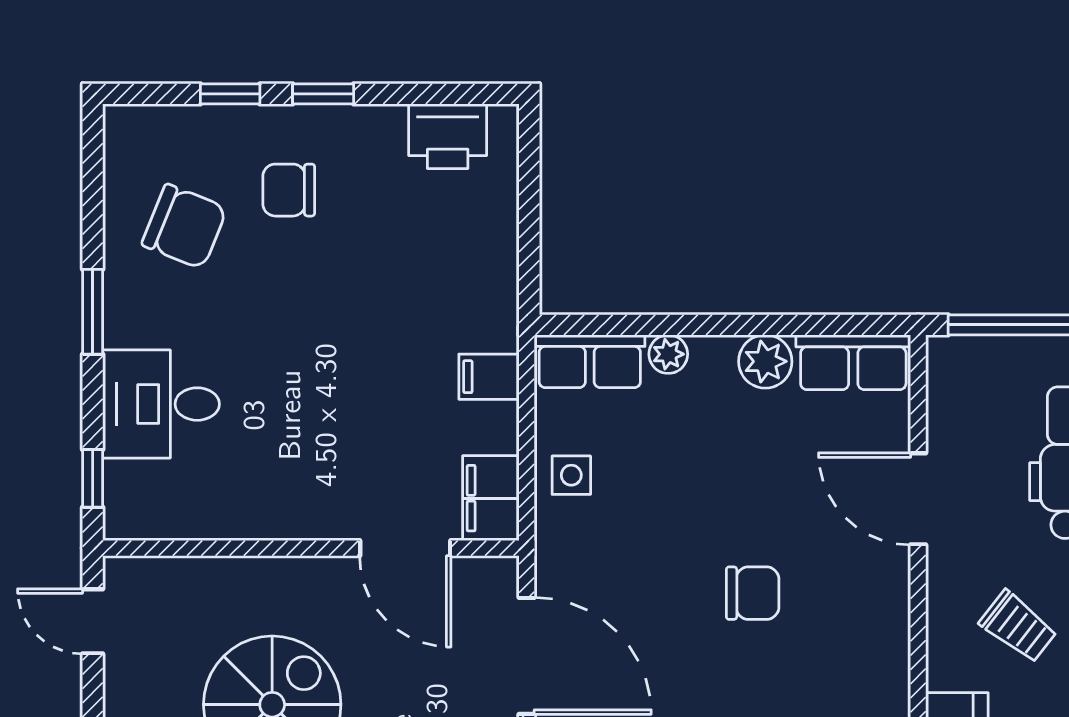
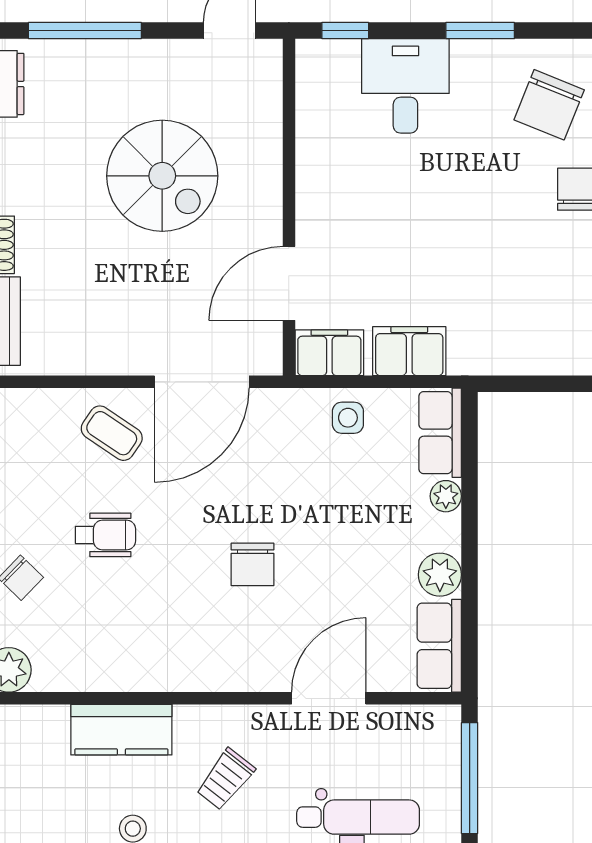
filing cabinet: (489, 377) -> (409, 351), width x2.00

